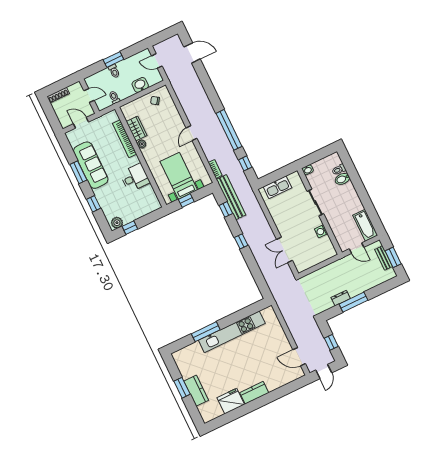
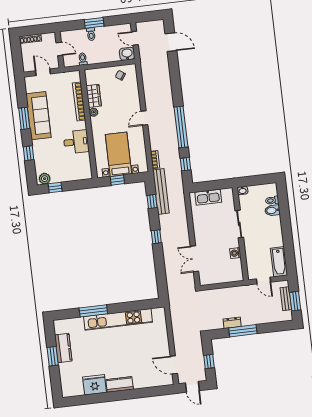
washbasin: (140, 85) -> (127, 54), moved
door: (324, 371) -> (192, 387), hinge flipped
kitchen counter: (196, 391) -> (63, 348), moved

